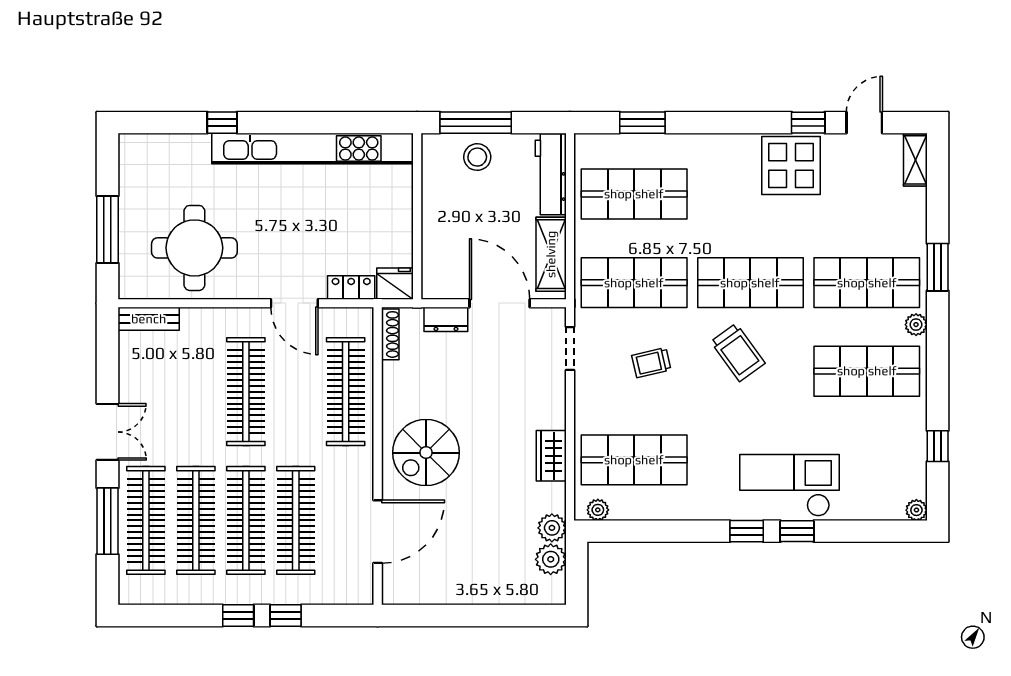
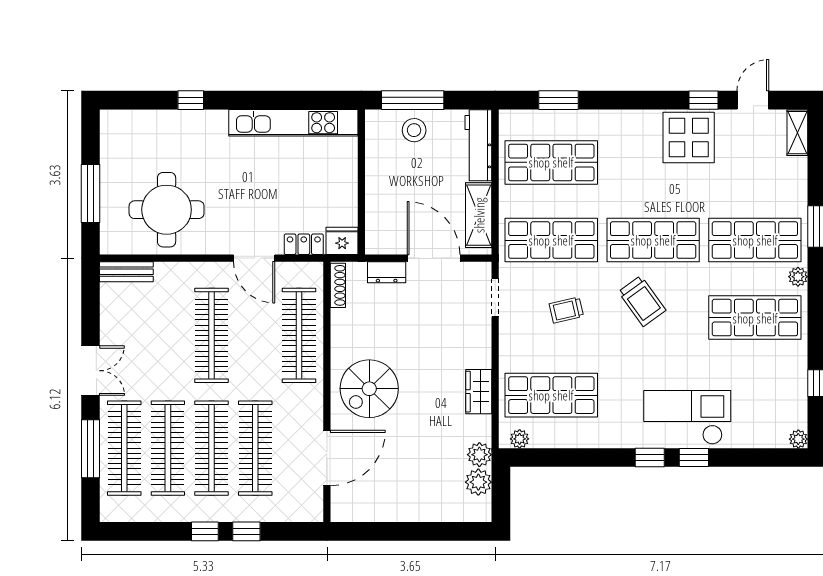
kitchen unit: (312, 149) -> (293, 123), width x0.73

